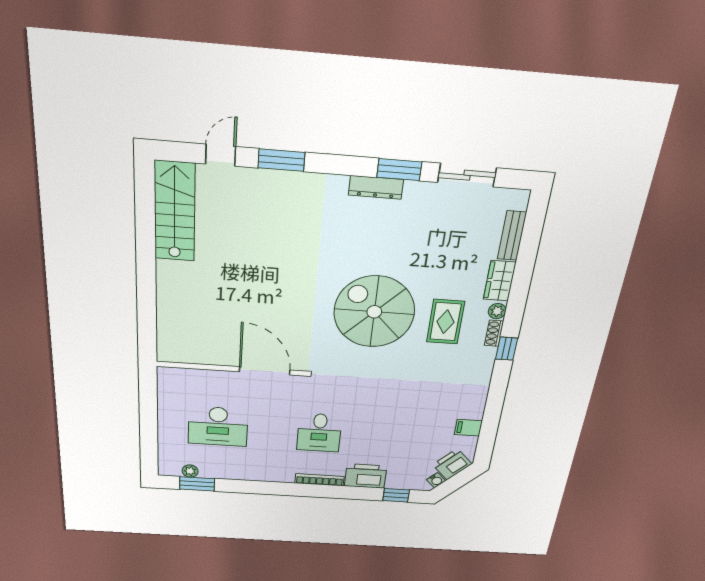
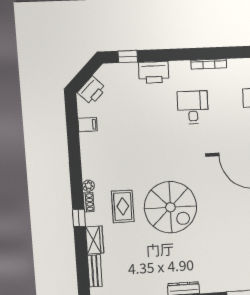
plant: (497, 311) -> (88, 186), moved
window: (507, 349) -> (79, 218), moved
bookcase: (319, 480) -> (209, 64), moved
water cooler: (436, 480) -> (101, 74), removed

